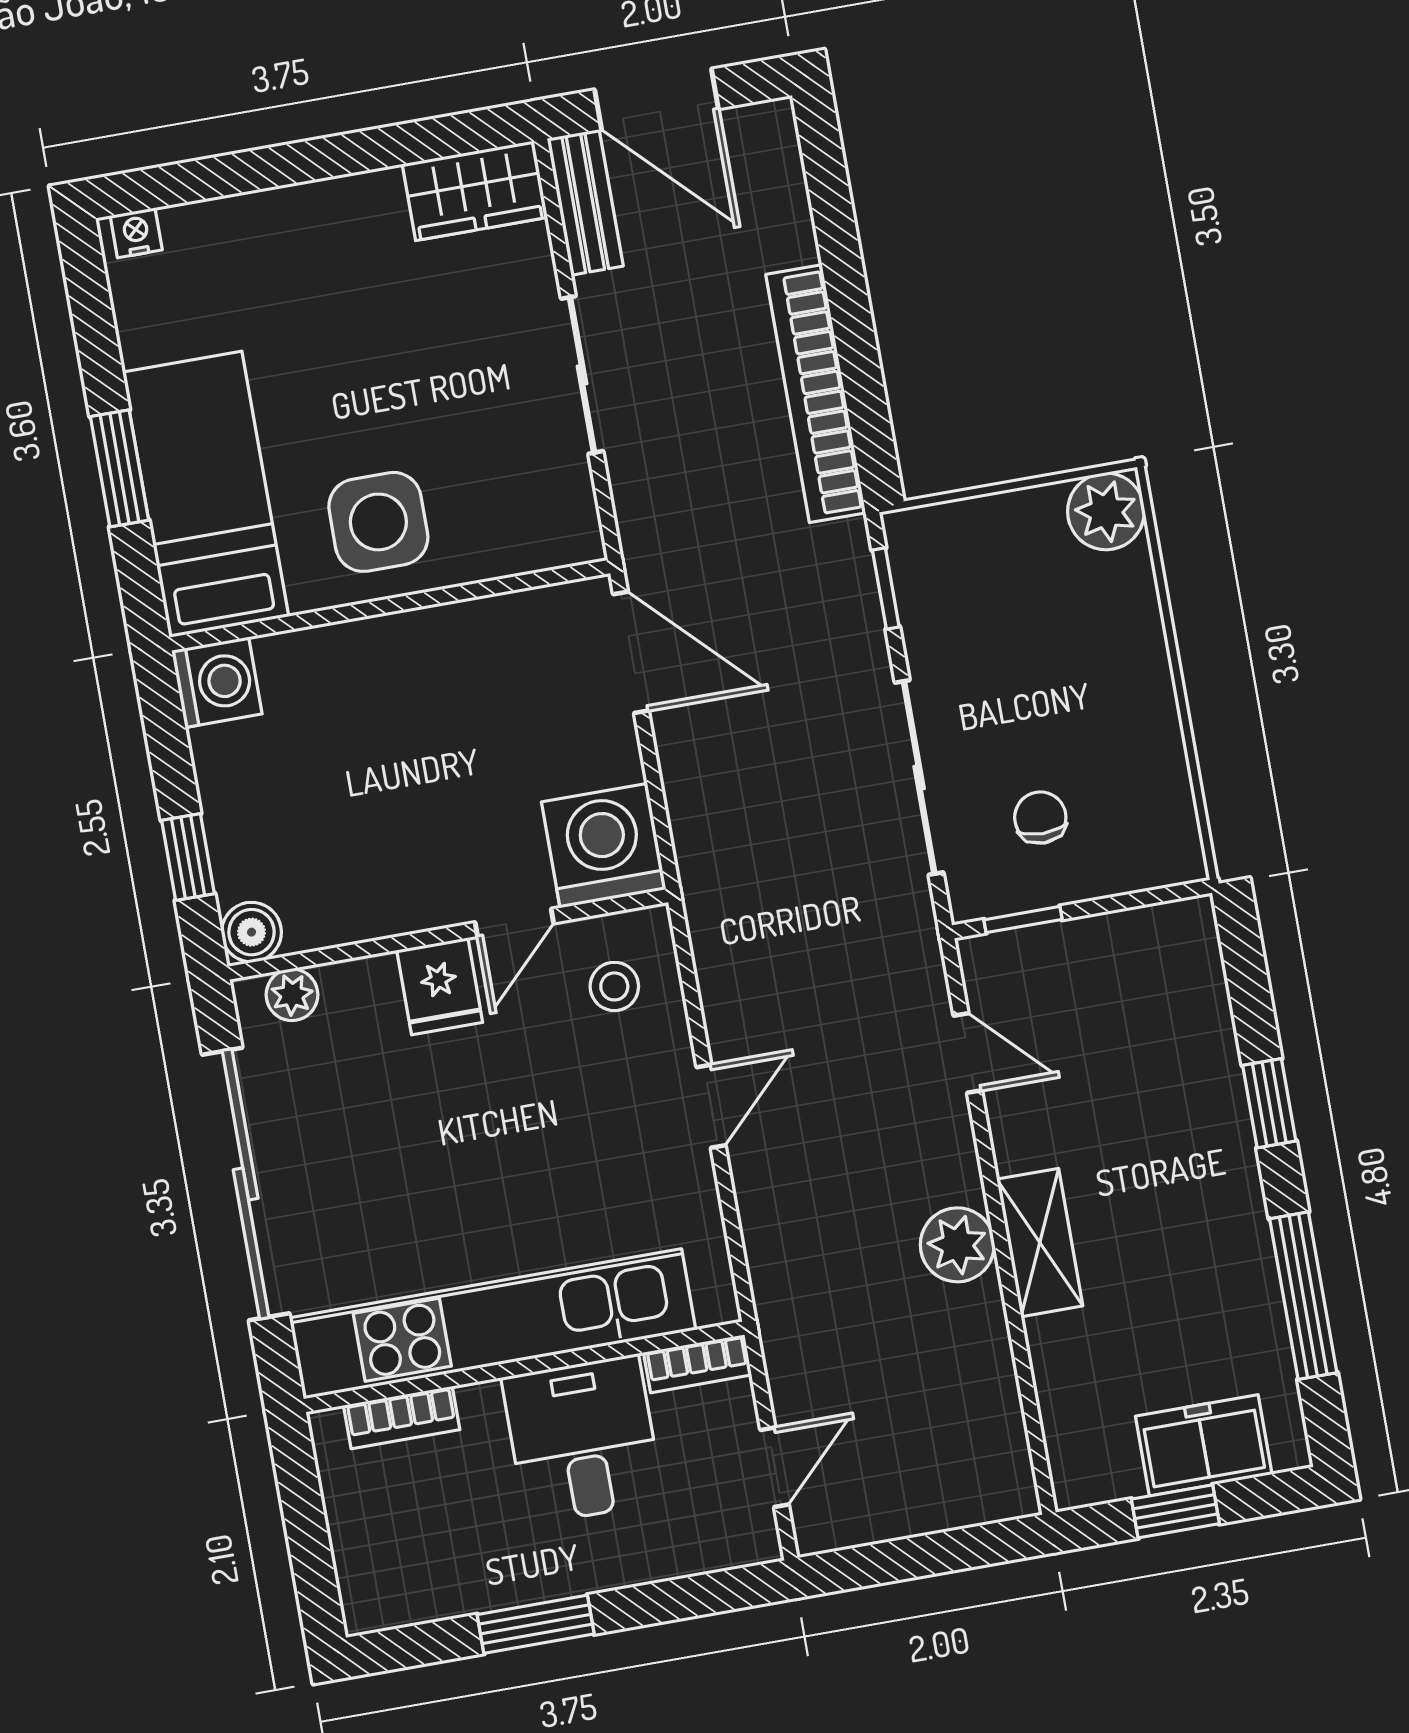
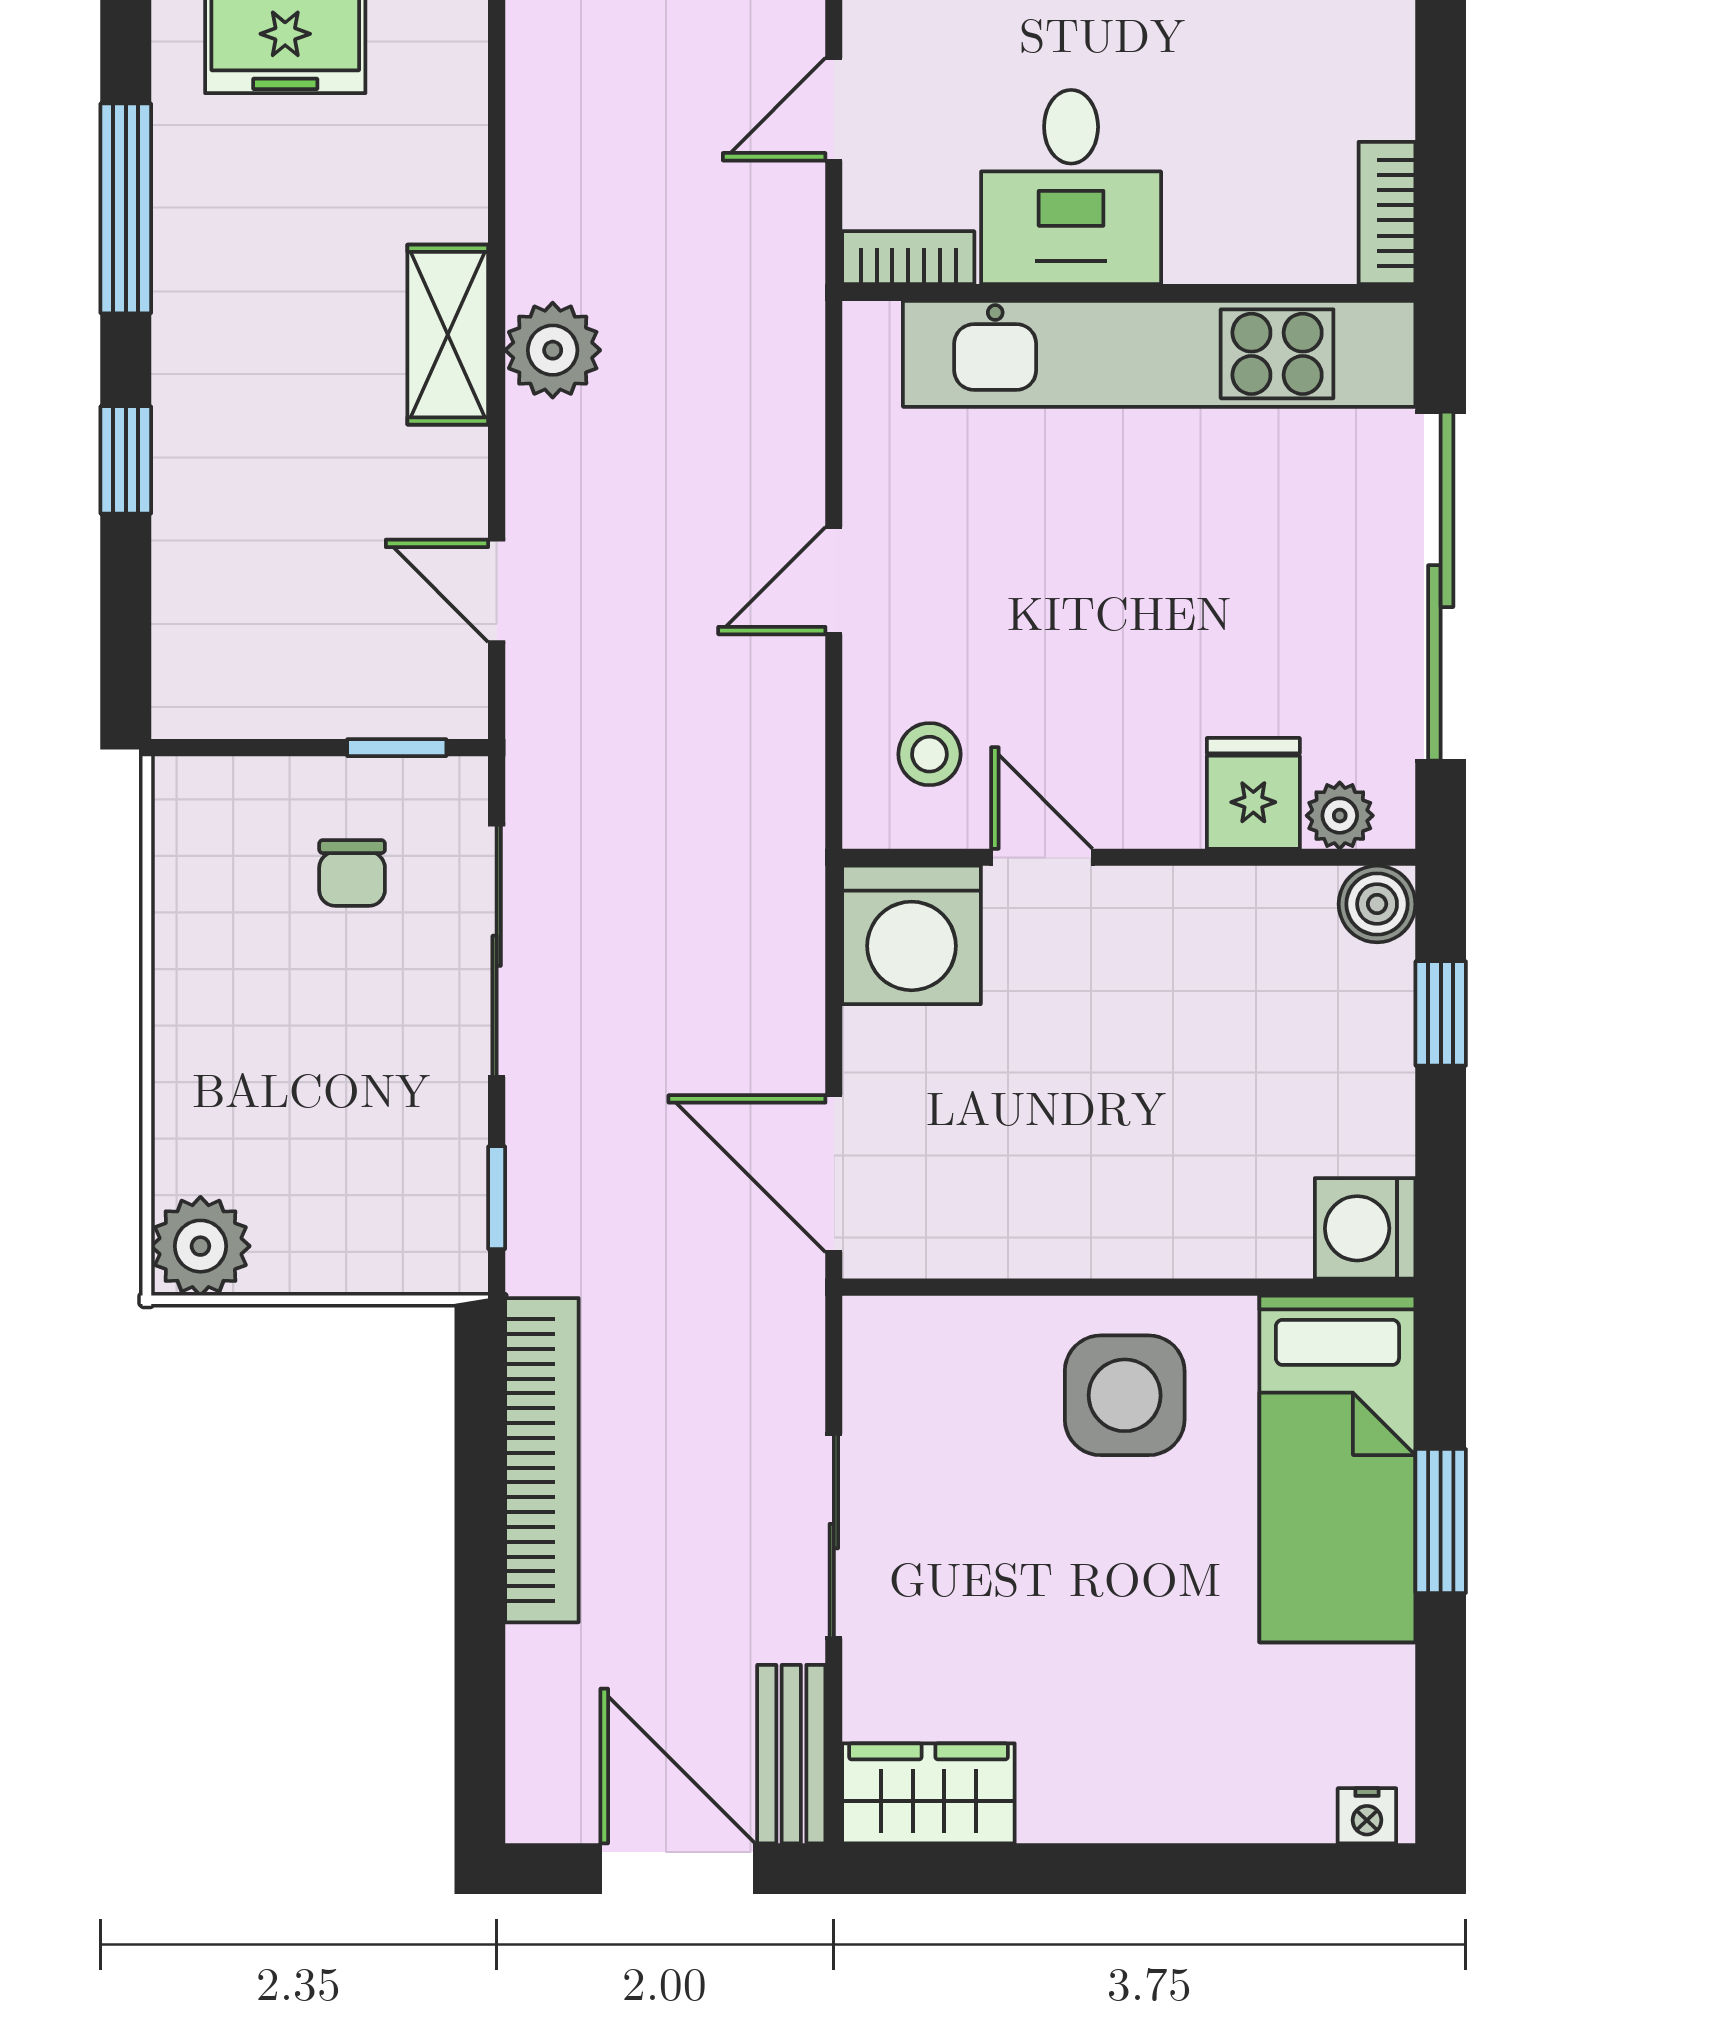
door: (514, 923) -> (1042, 857), hinge flipped
fridge: (440, 986) -> (1253, 793), moved
bookcase: (402, 1417) -> (1387, 213), moved, turned -90

